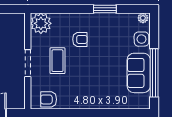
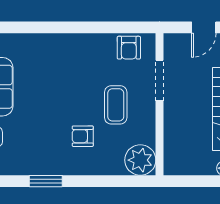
doorway: (28, 63) -> (160, 80), moved
armchair: (49, 99) -> (129, 48), turned 90

